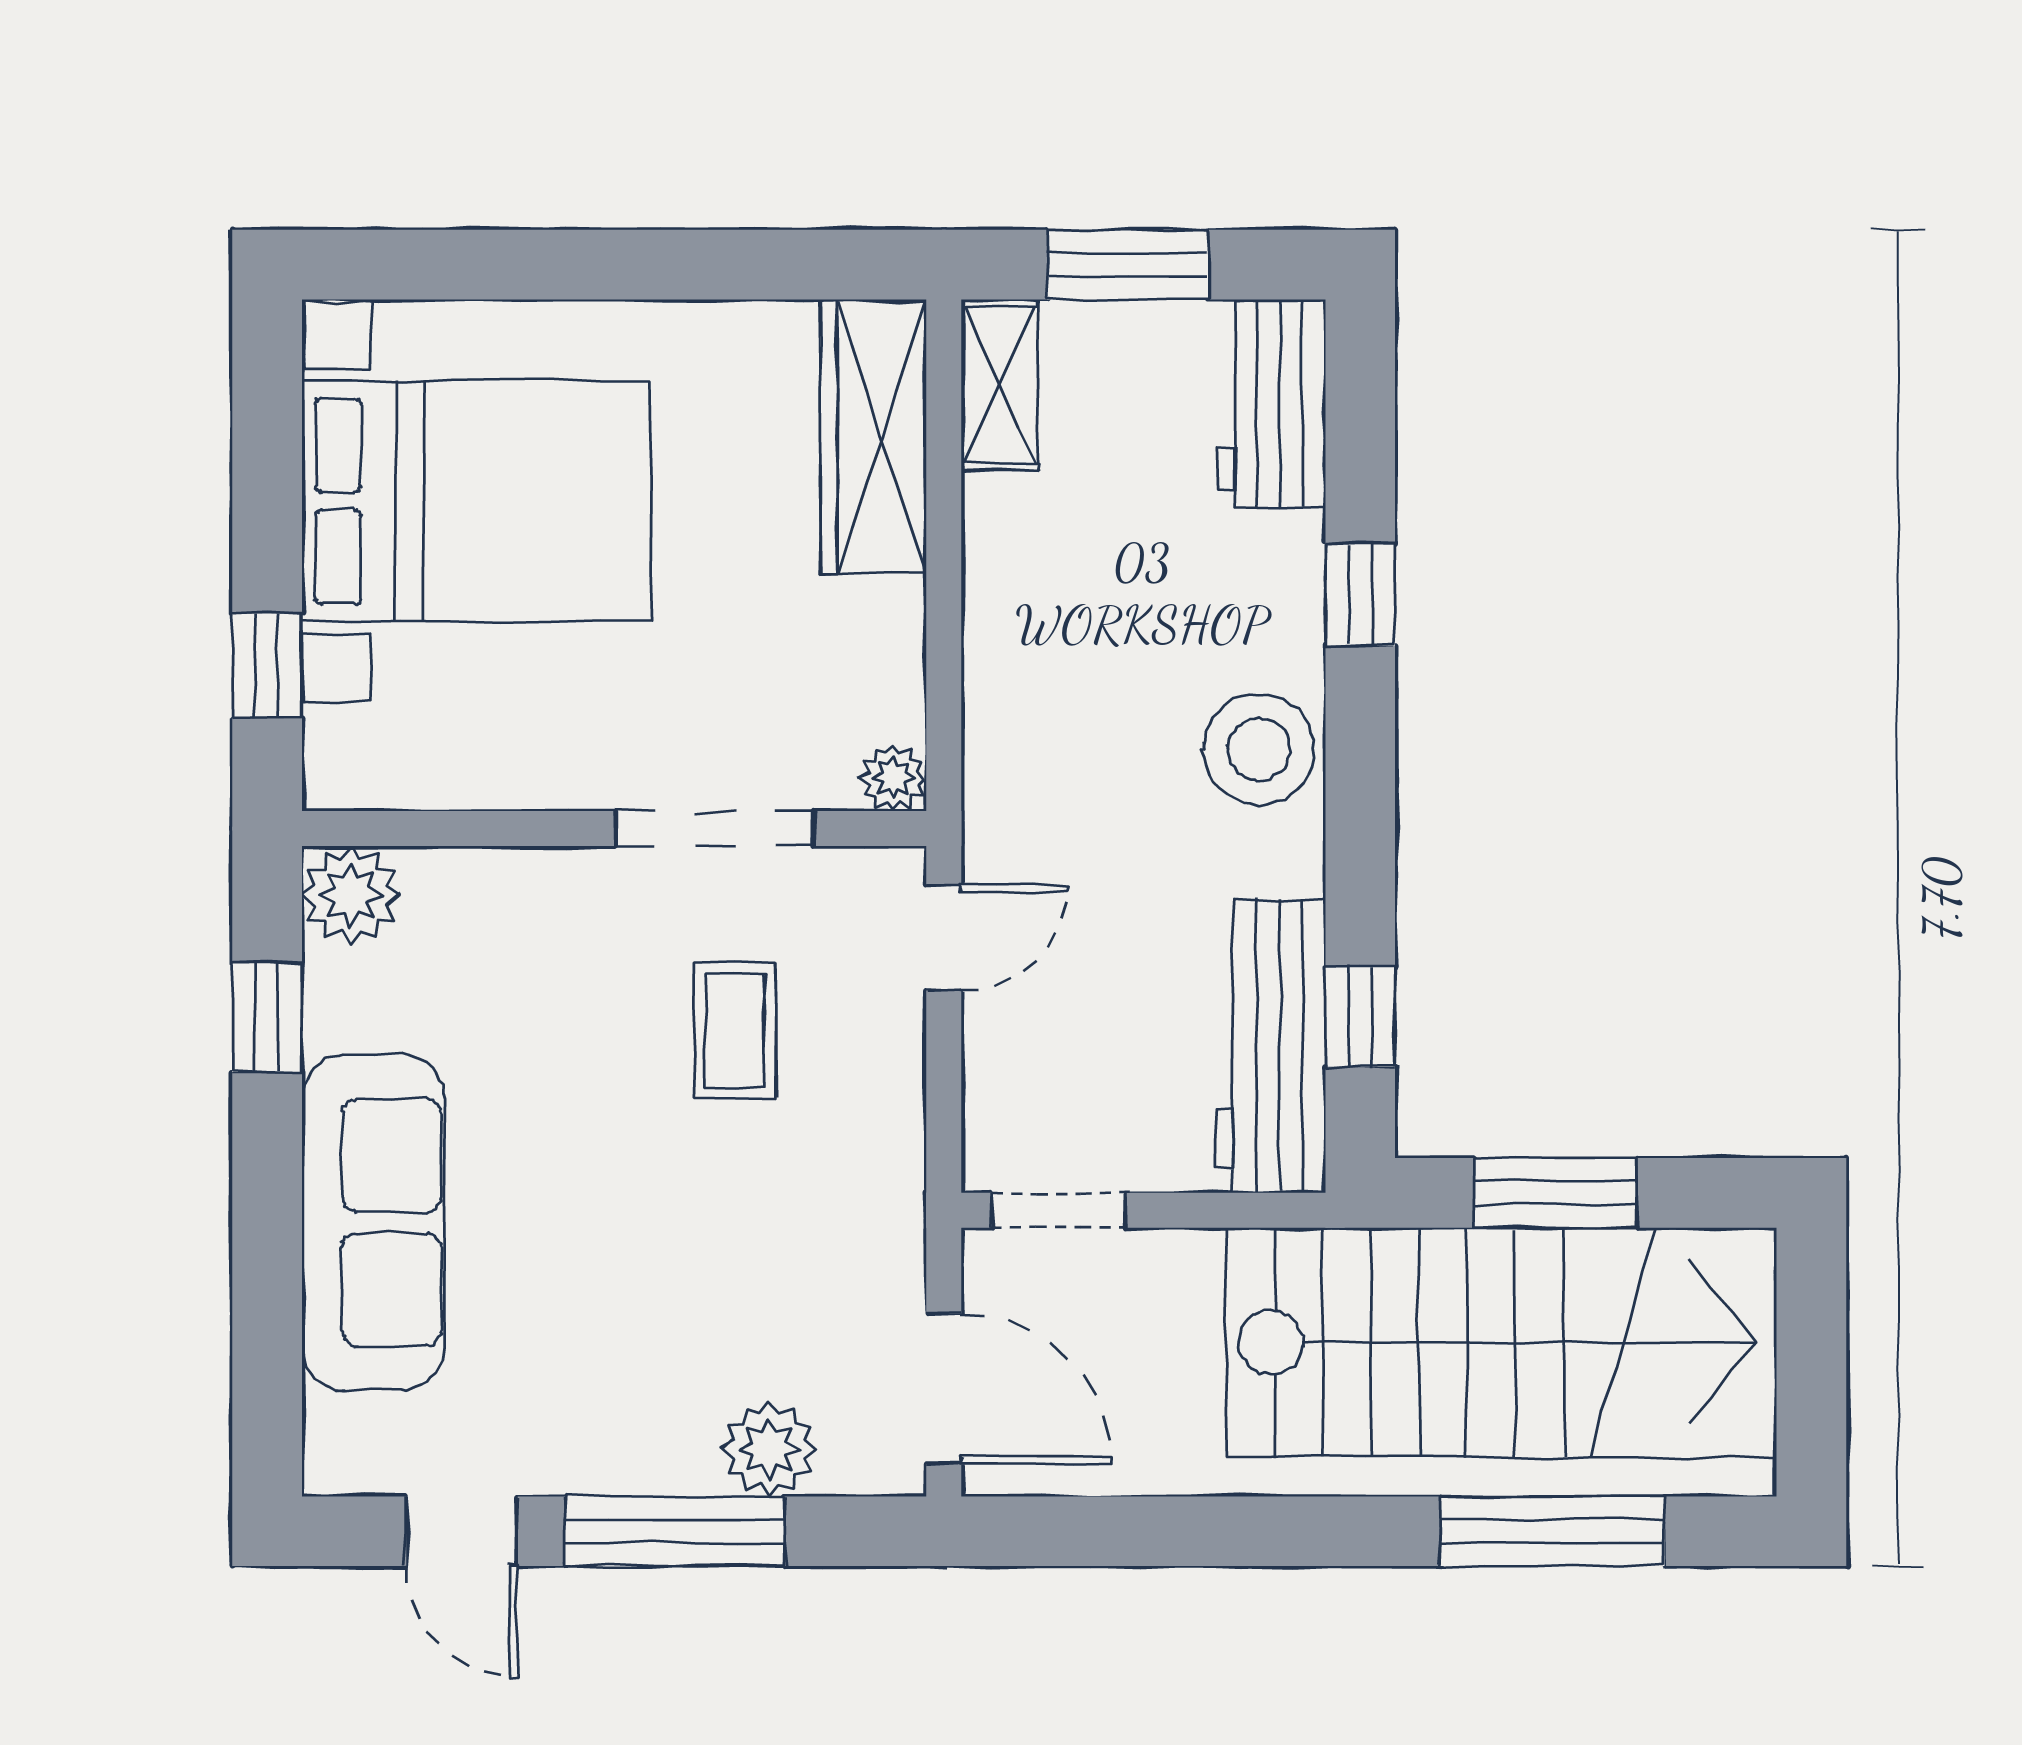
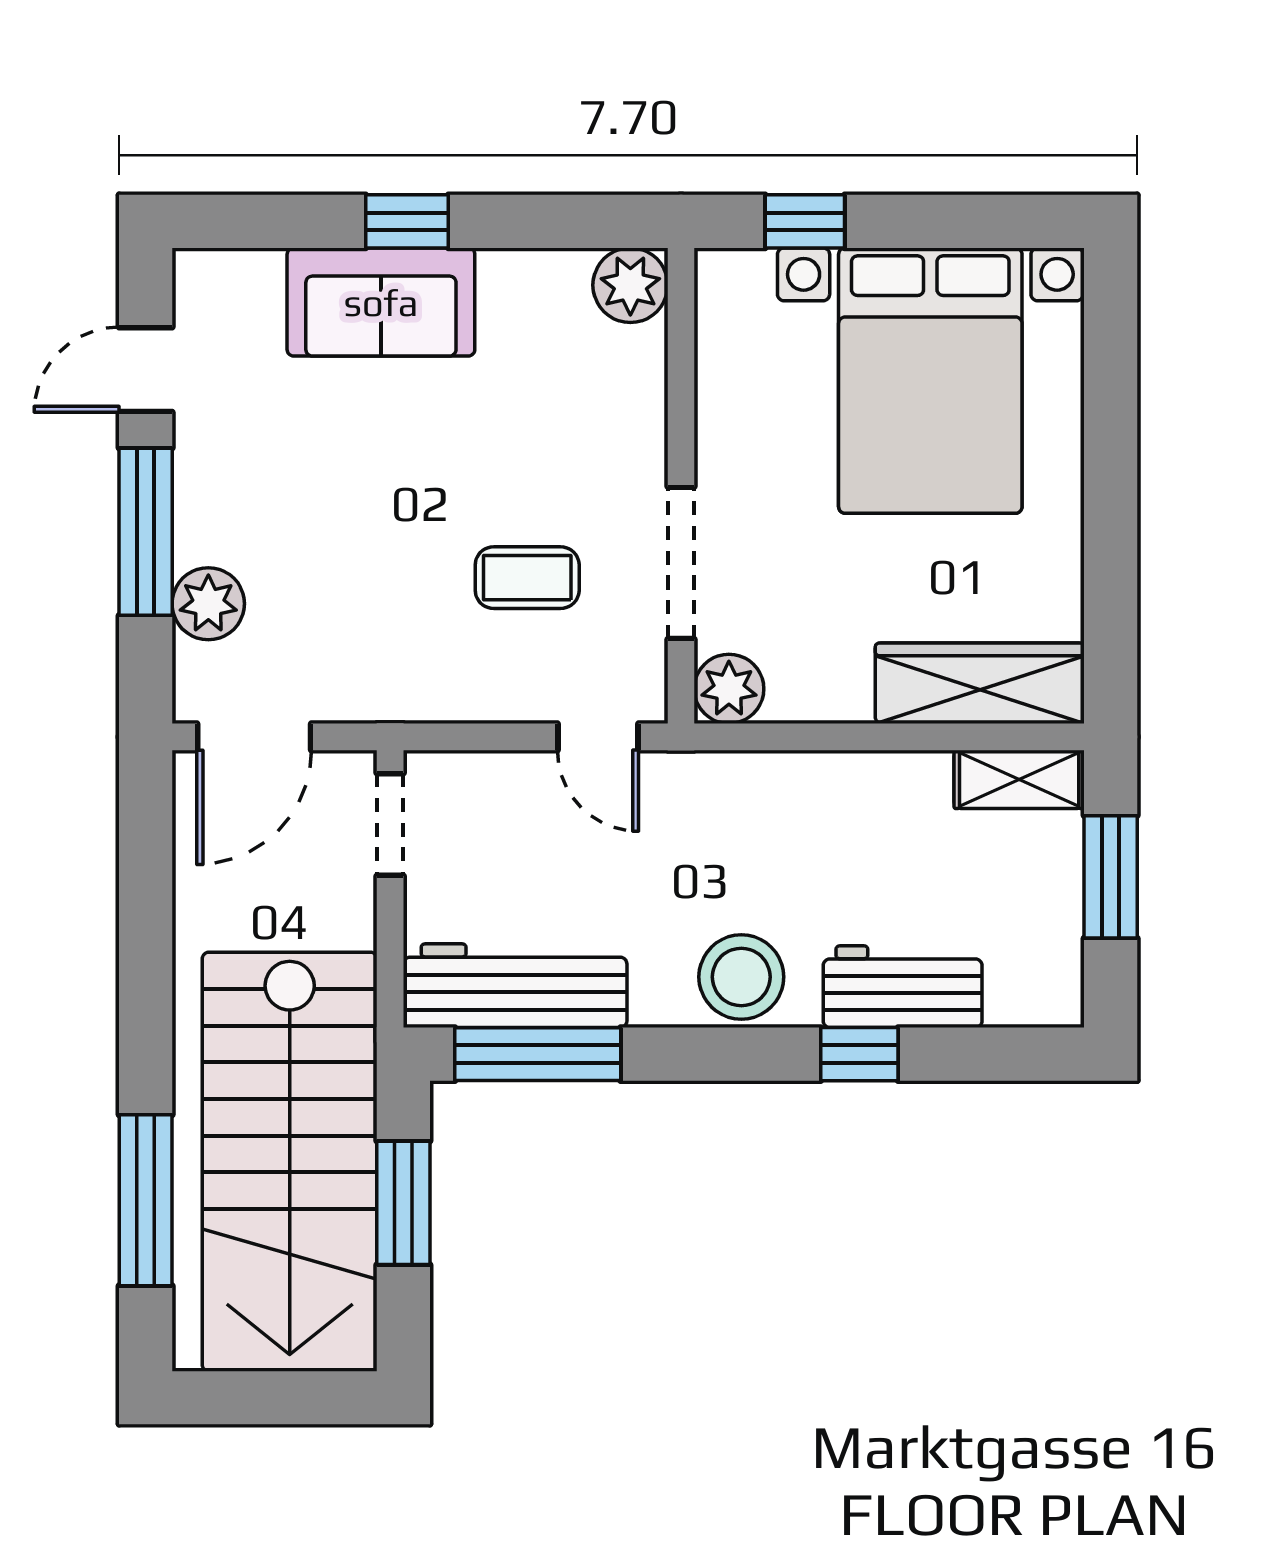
workbench: (1272, 403) -> (903, 987), moved
plant: (893, 778) -> (729, 689), width x1.38, depth x1.38
window: (1360, 1016) -> (538, 1054), width x2.17
window: (267, 1017) -> (407, 221), moved
sofa: (373, 1222) -> (381, 302), width x0.73

